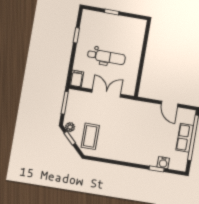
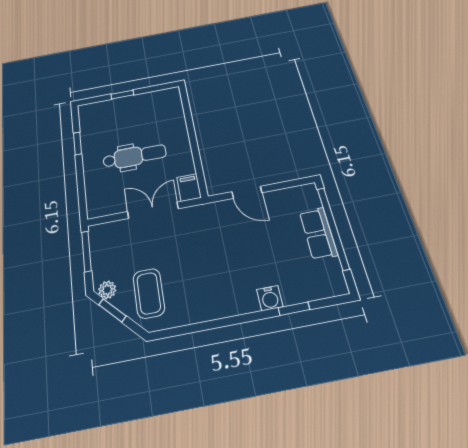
filing cabinet: (77, 79) -> (189, 187), moved
door: (170, 104) -> (247, 192), moved
water cooler: (163, 163) -> (270, 298), moved

